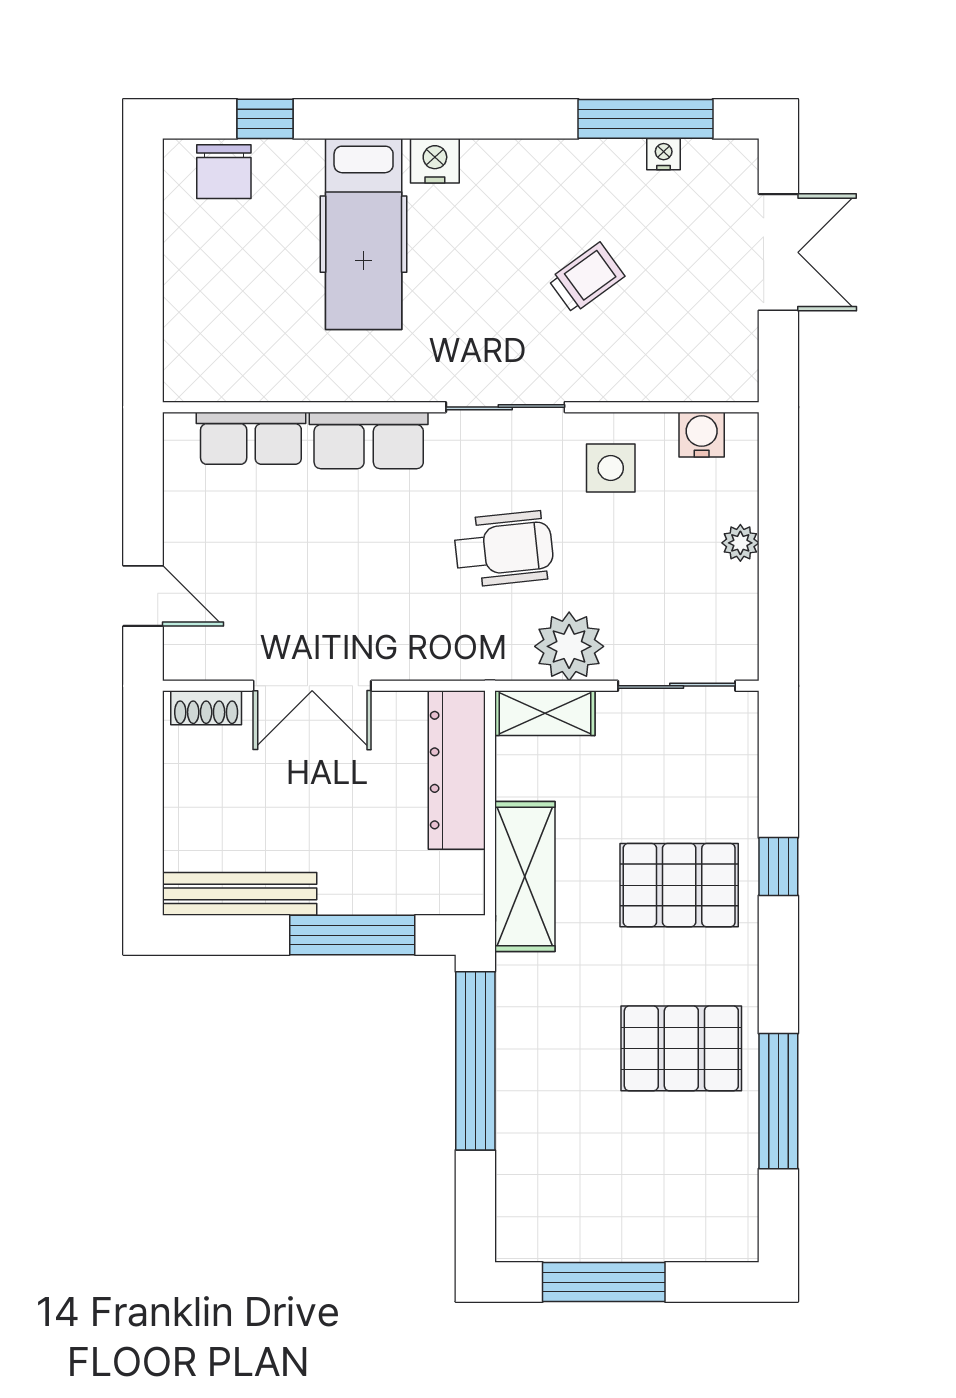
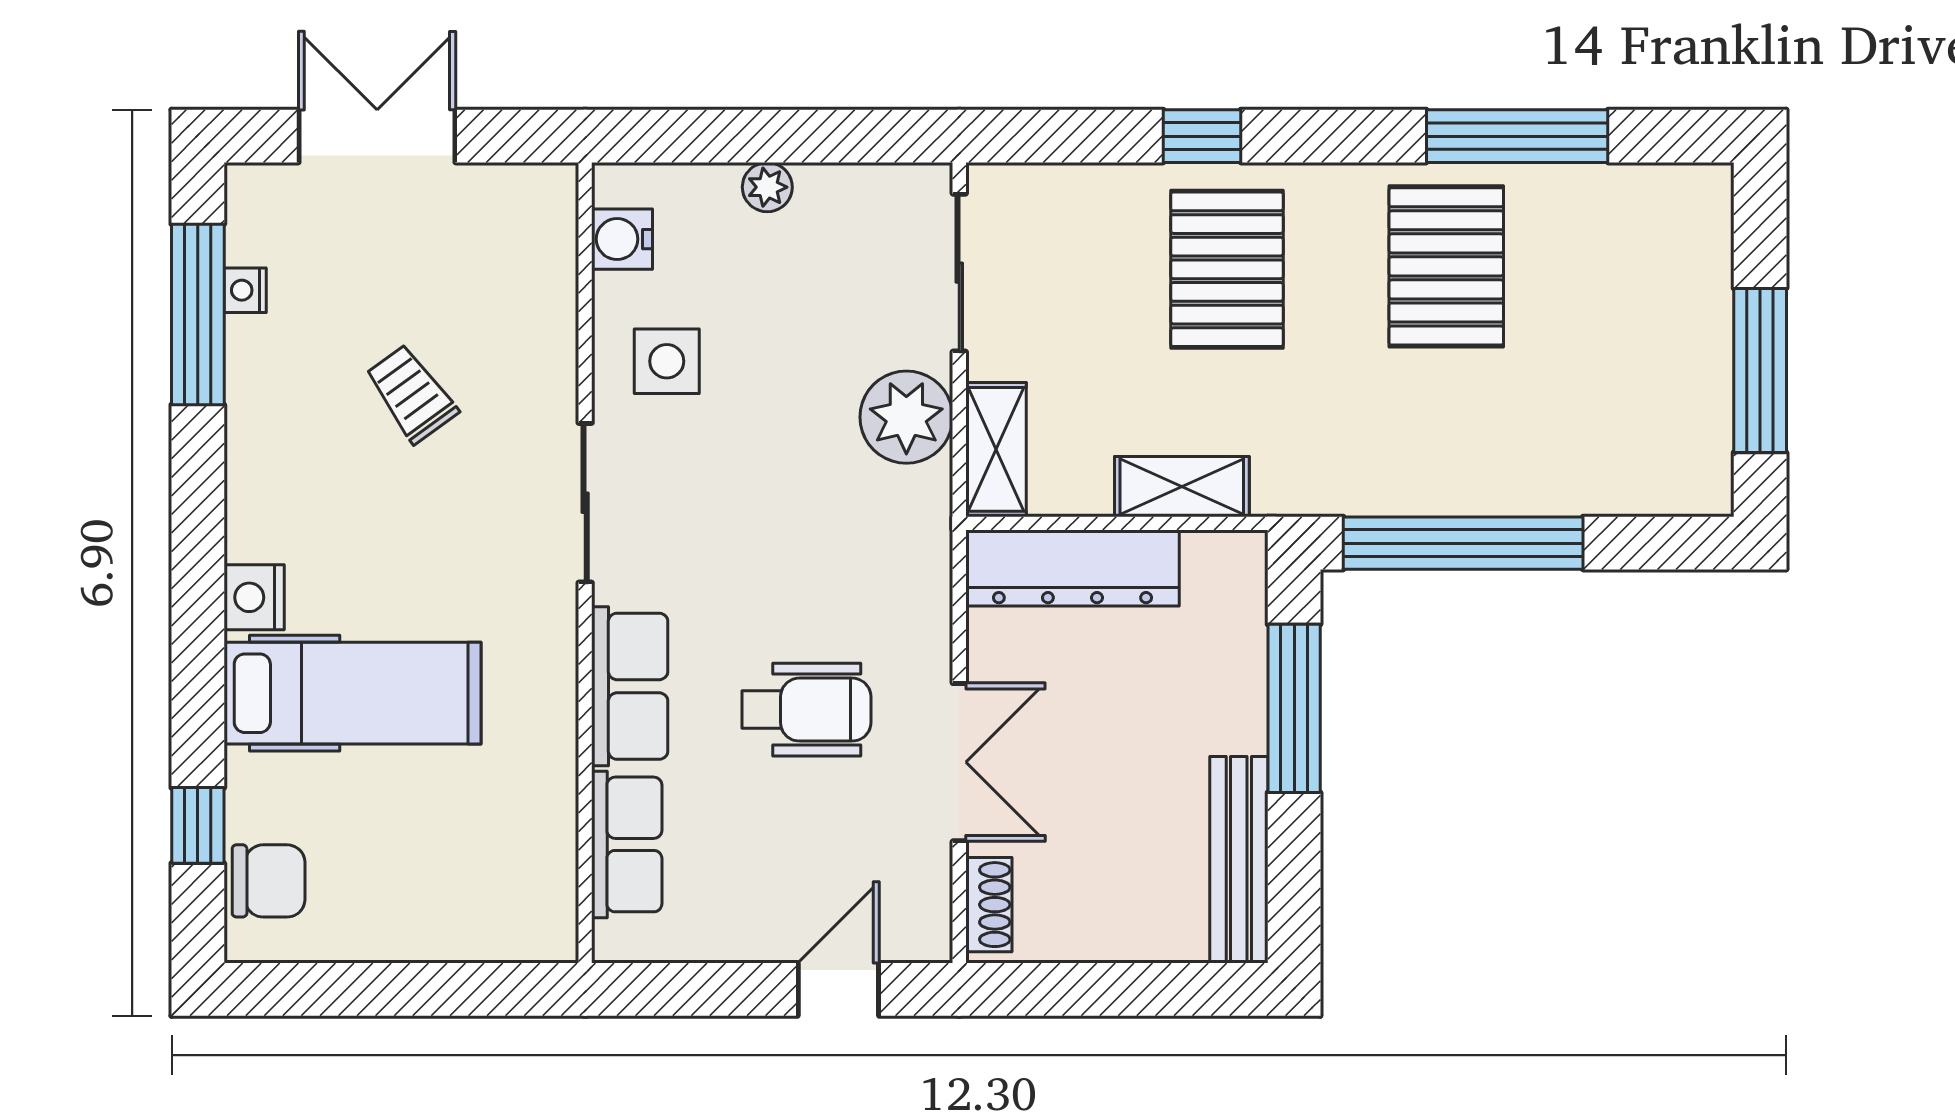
wheelchair: (504, 549) -> (806, 710), moved, turned 96
shelving: (525, 876) -> (1182, 487), width x0.67, depth x0.75

